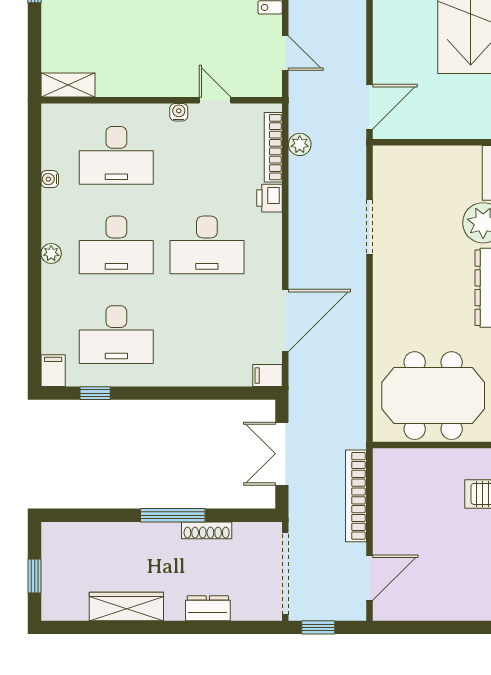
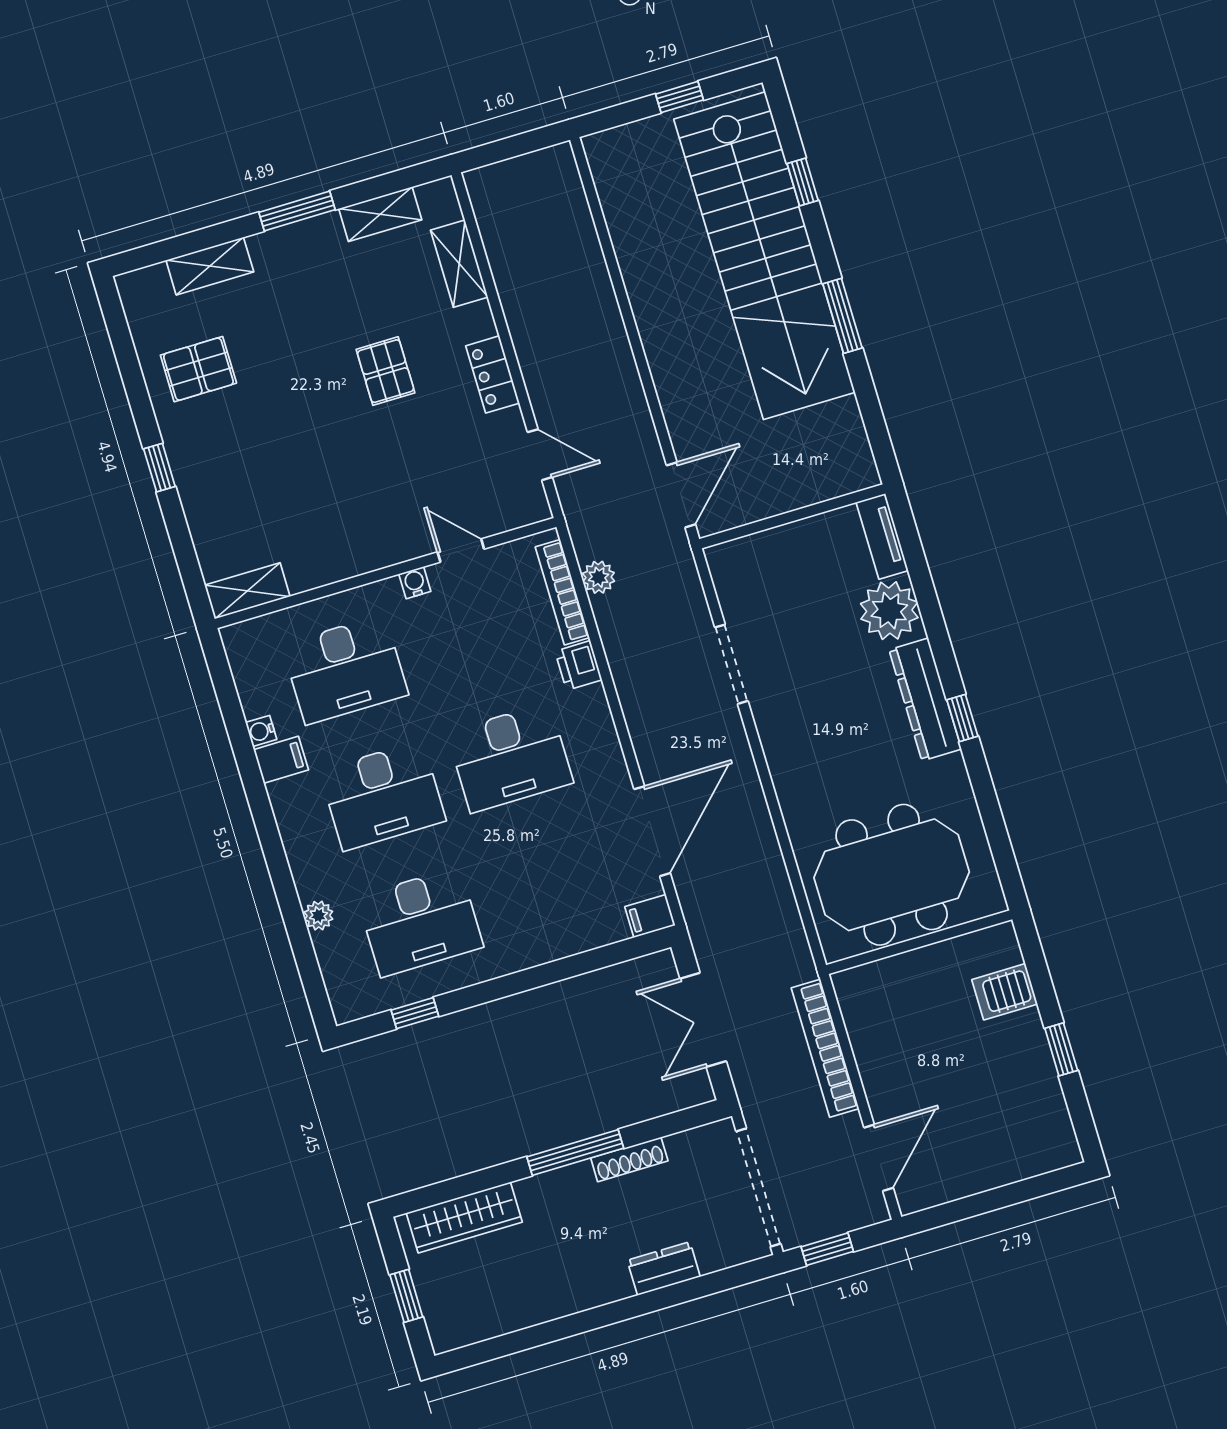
plant: (51, 253) -> (318, 916), moved
filing cabinet: (53, 371) -> (281, 760), moved, turned 90
wardrobe: (126, 606) -> (464, 1218), moved, turned 180

